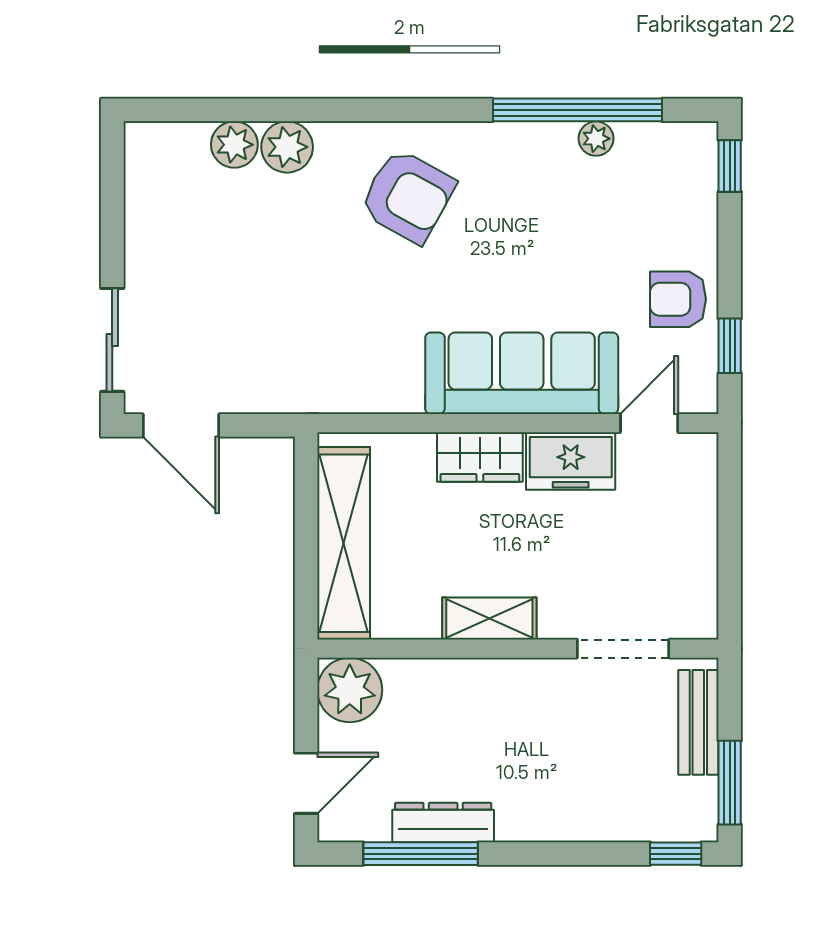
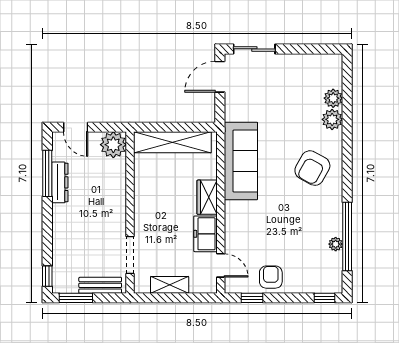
sofa: (522, 373) -> (241, 161), moved
shelving: (489, 618) -> (170, 285), moved, turned 90

